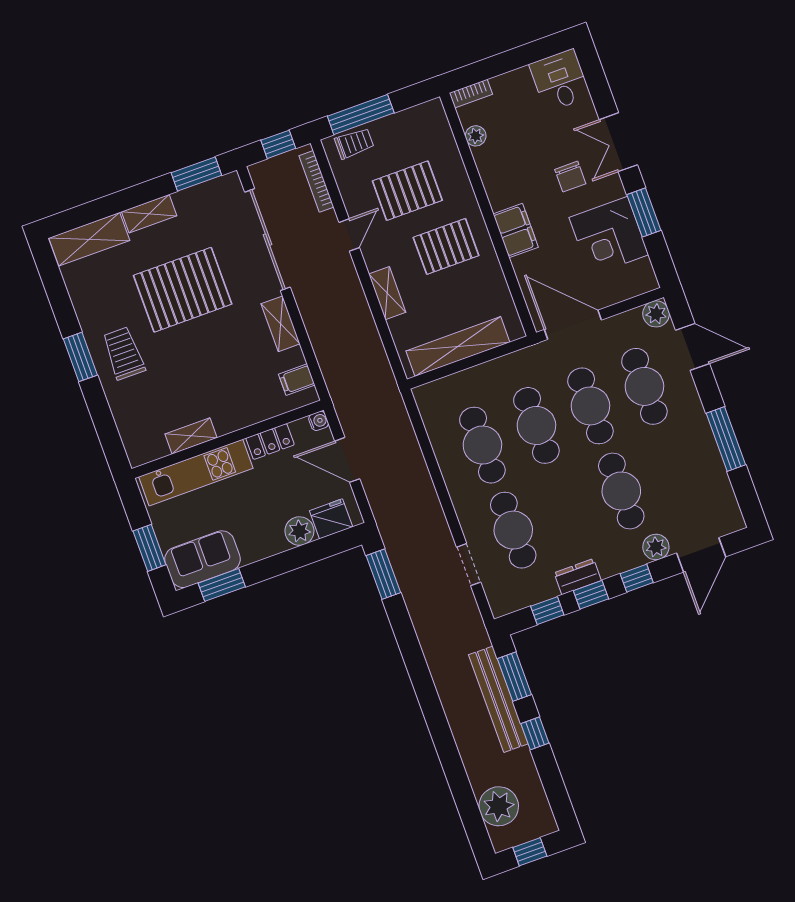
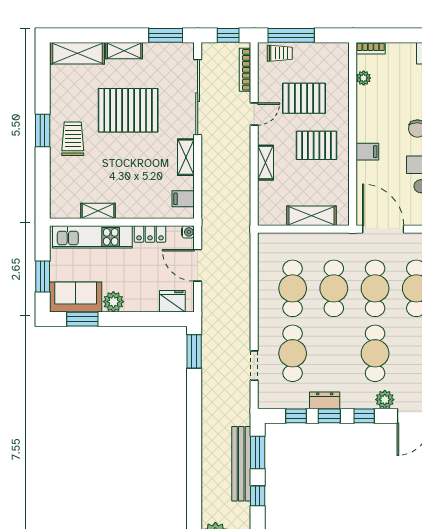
filing cabinet: (516, 231) -> (367, 152), width x0.50
shelving: (458, 347) -> (312, 216), width x0.68
plant: (299, 531) -> (113, 302), moved

